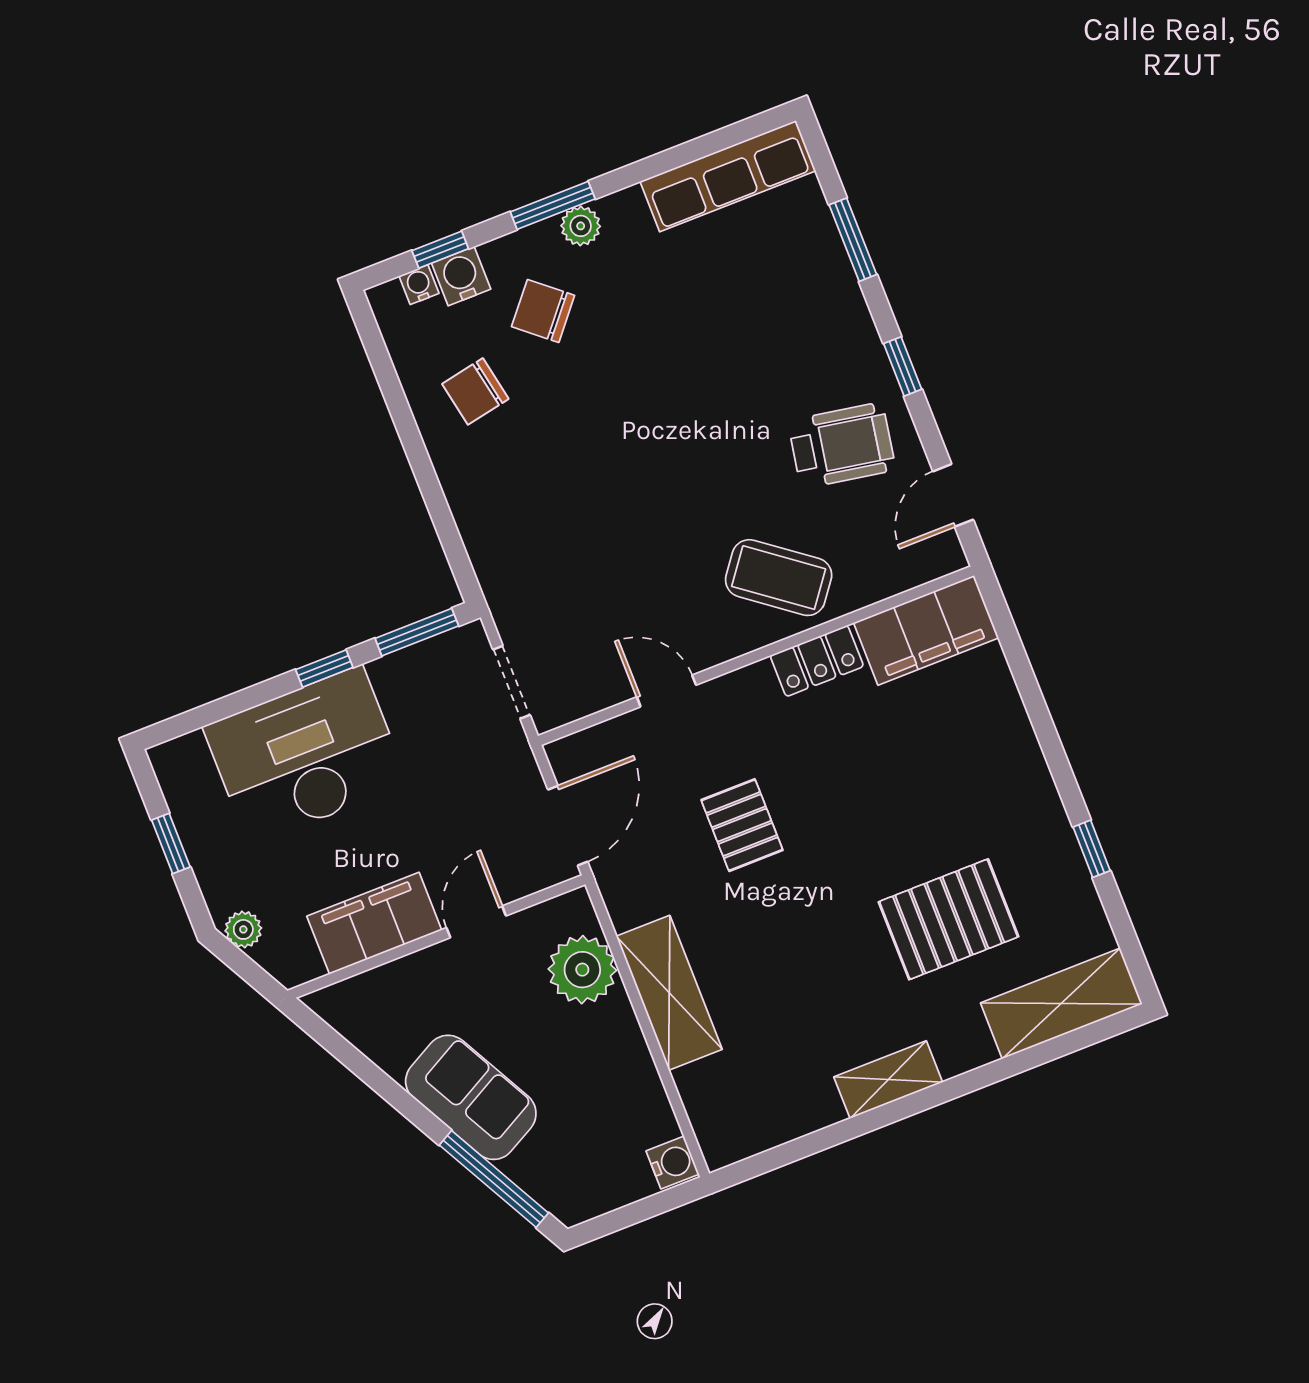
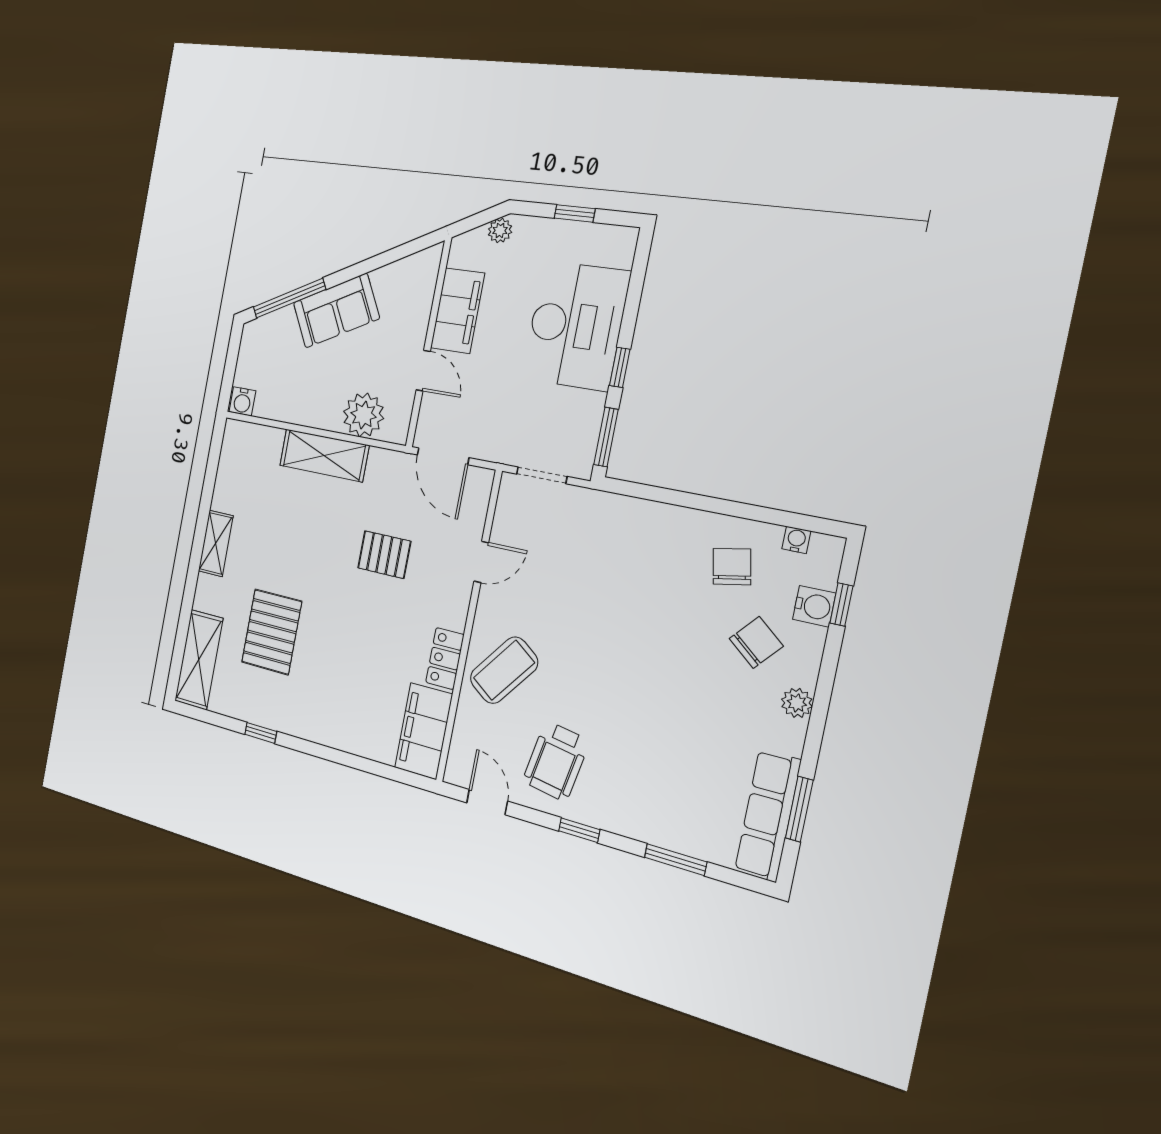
window: (553, 205) -> (799, 809), moved
water cooler: (419, 285) -> (796, 540), moved, turned -90

